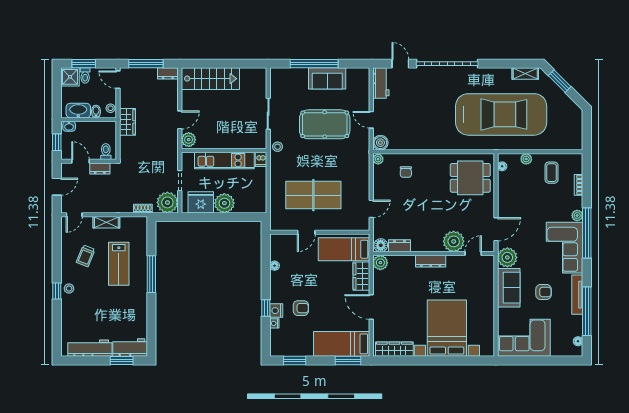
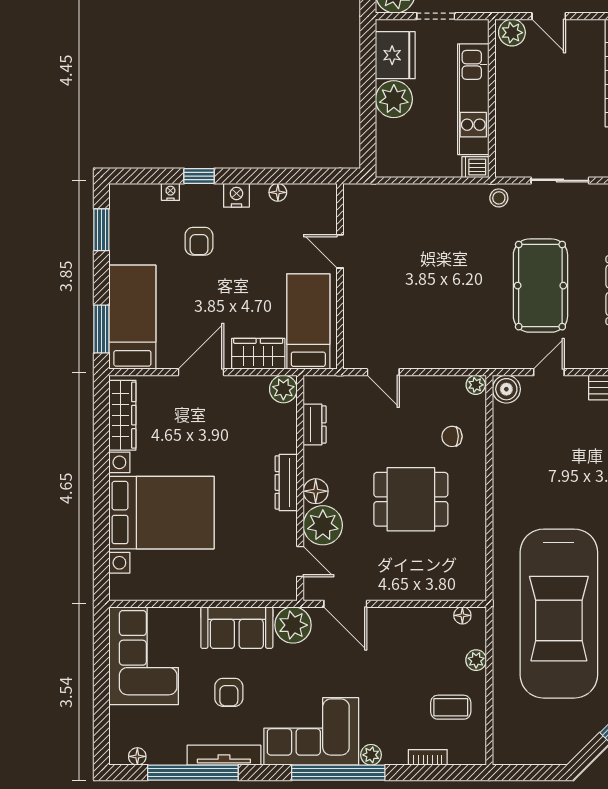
dining table: (470, 178) -> (411, 499), moved, turned 90
table tennis table: (313, 195) -> (409, 264), removed
floor lamp: (381, 245) -> (316, 491), moved
nightstand: (276, 311) -> (236, 195), moved

